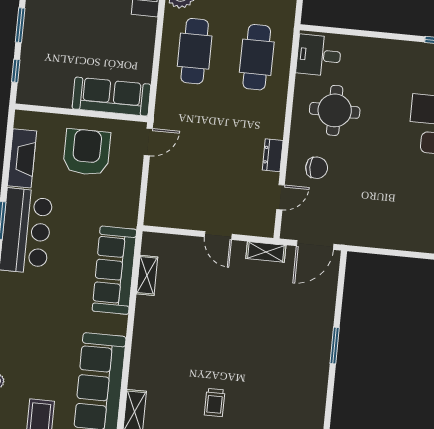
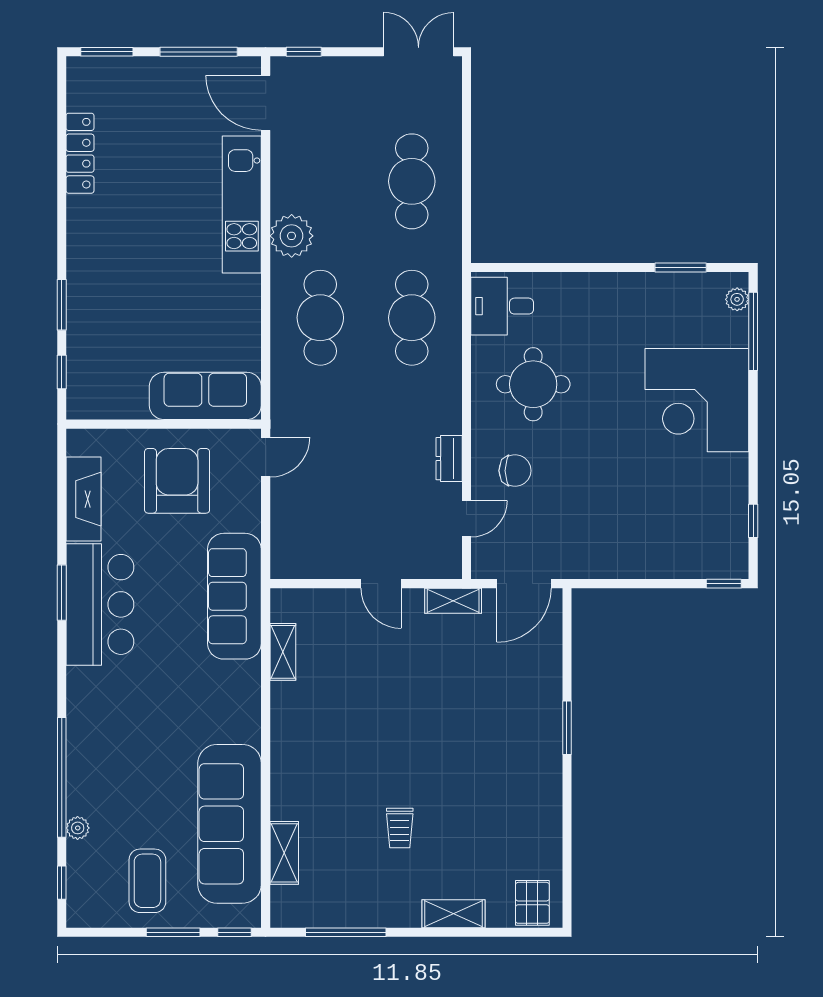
sofa: (114, 270) -> (234, 596), moved

